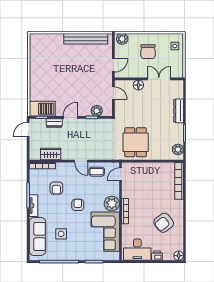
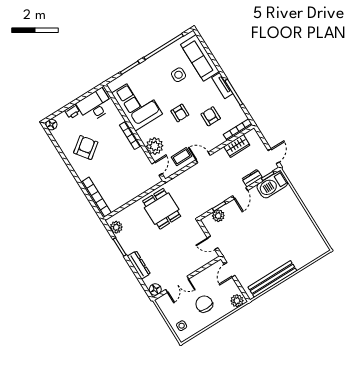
floor lamp: (138, 85) -> (155, 289), moved
plant: (112, 204) -> (155, 146), moved

